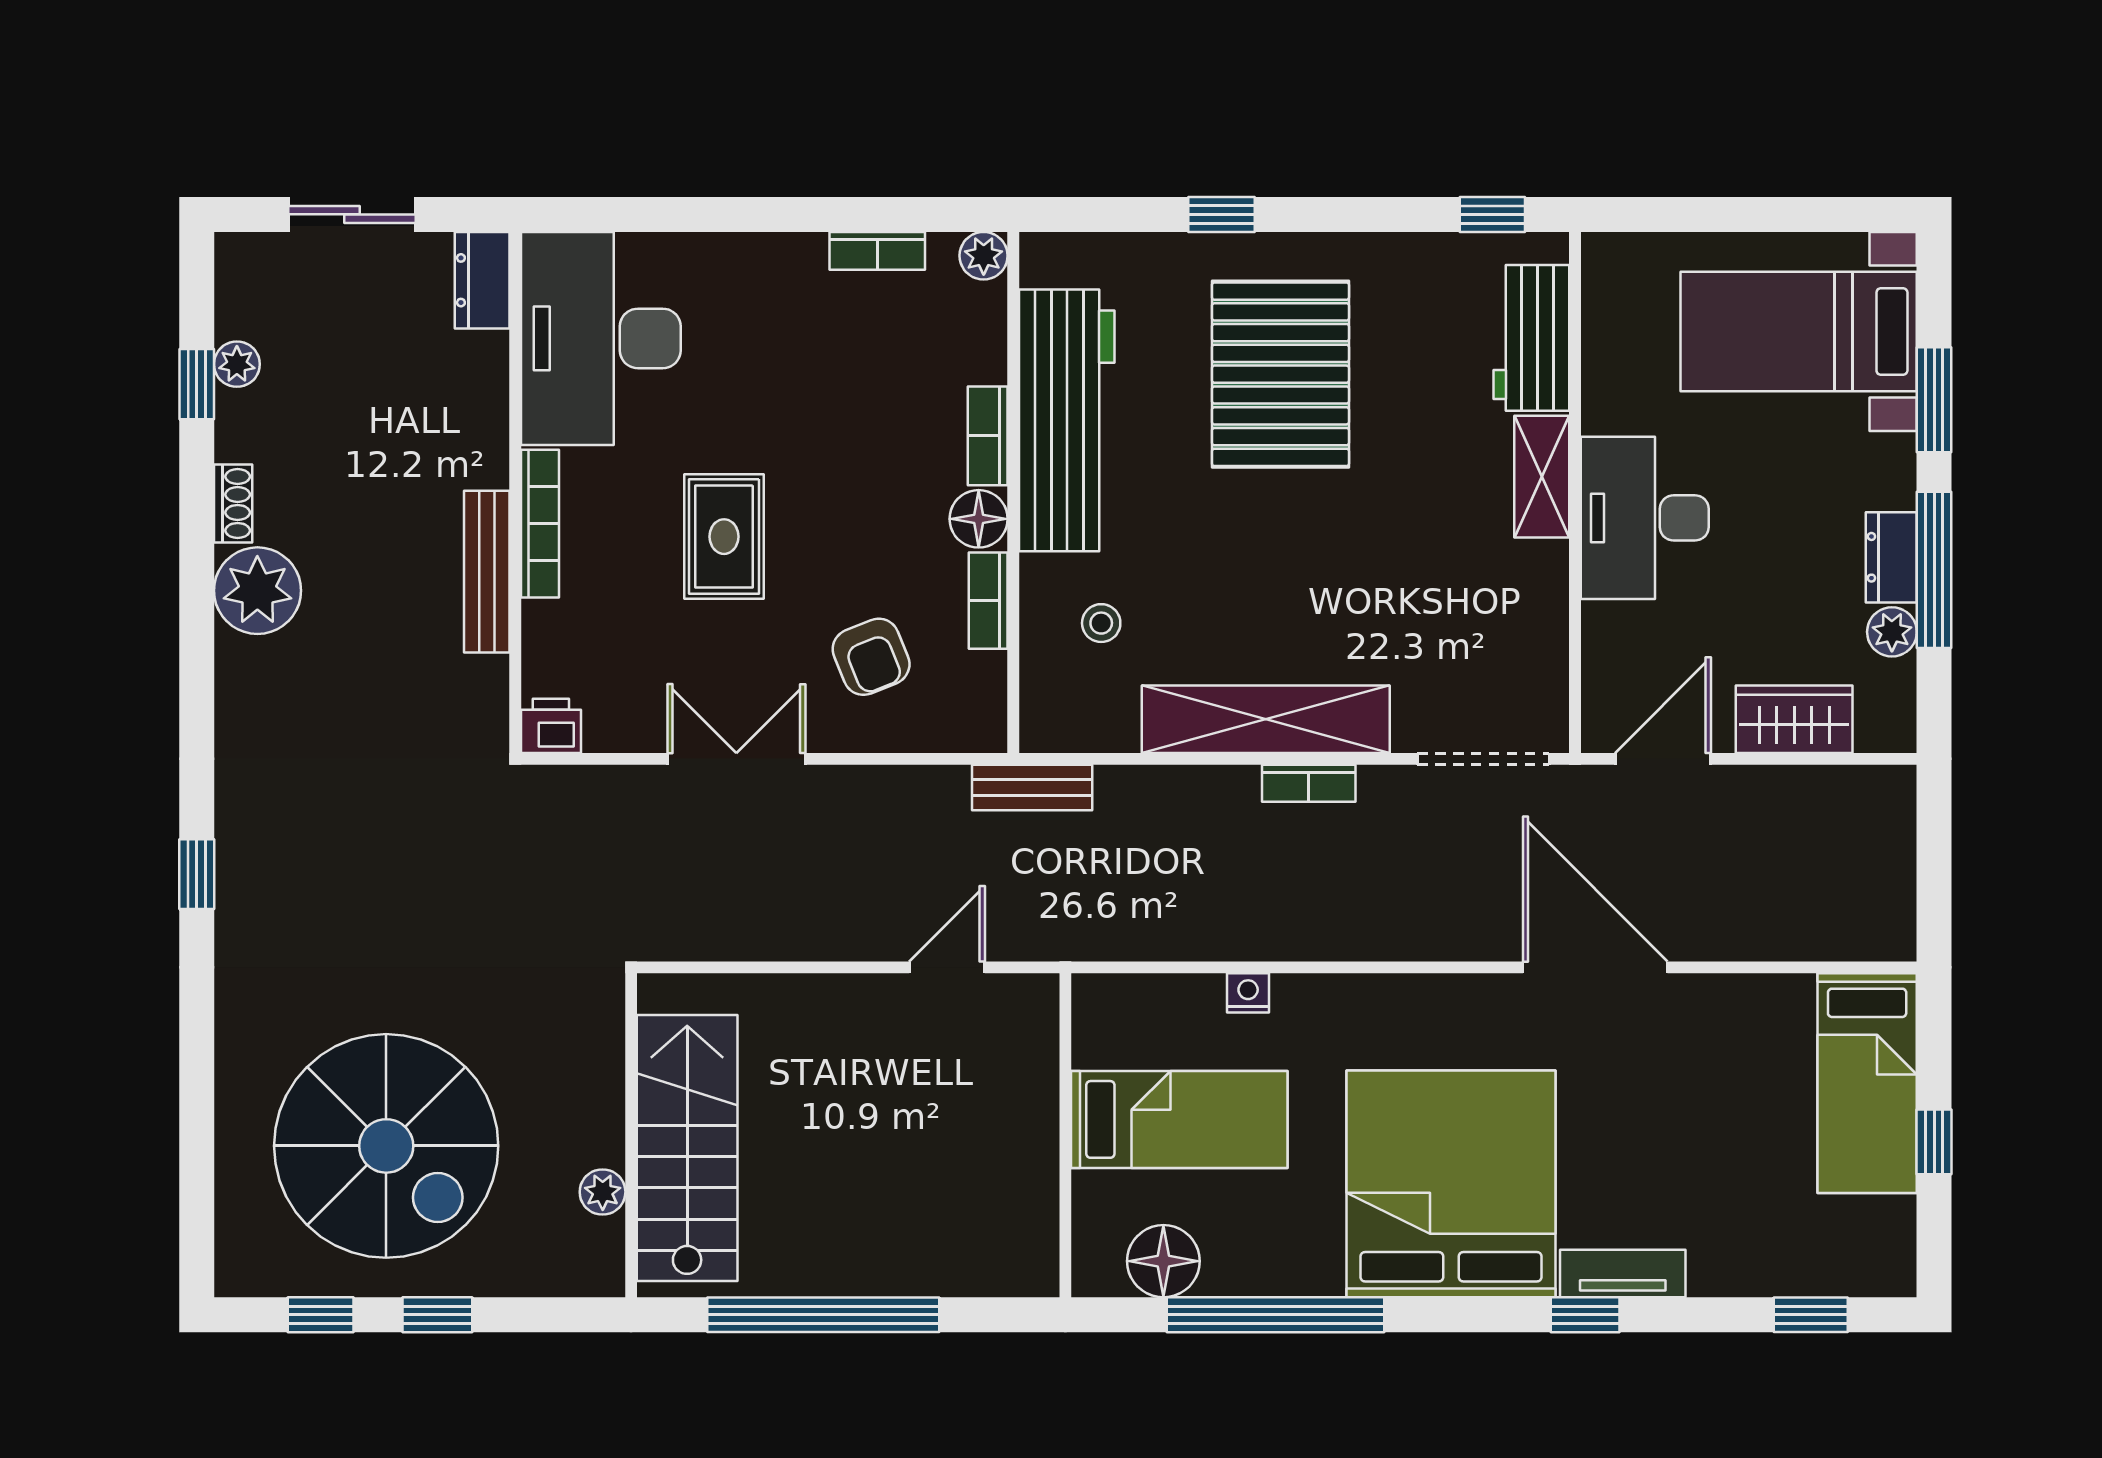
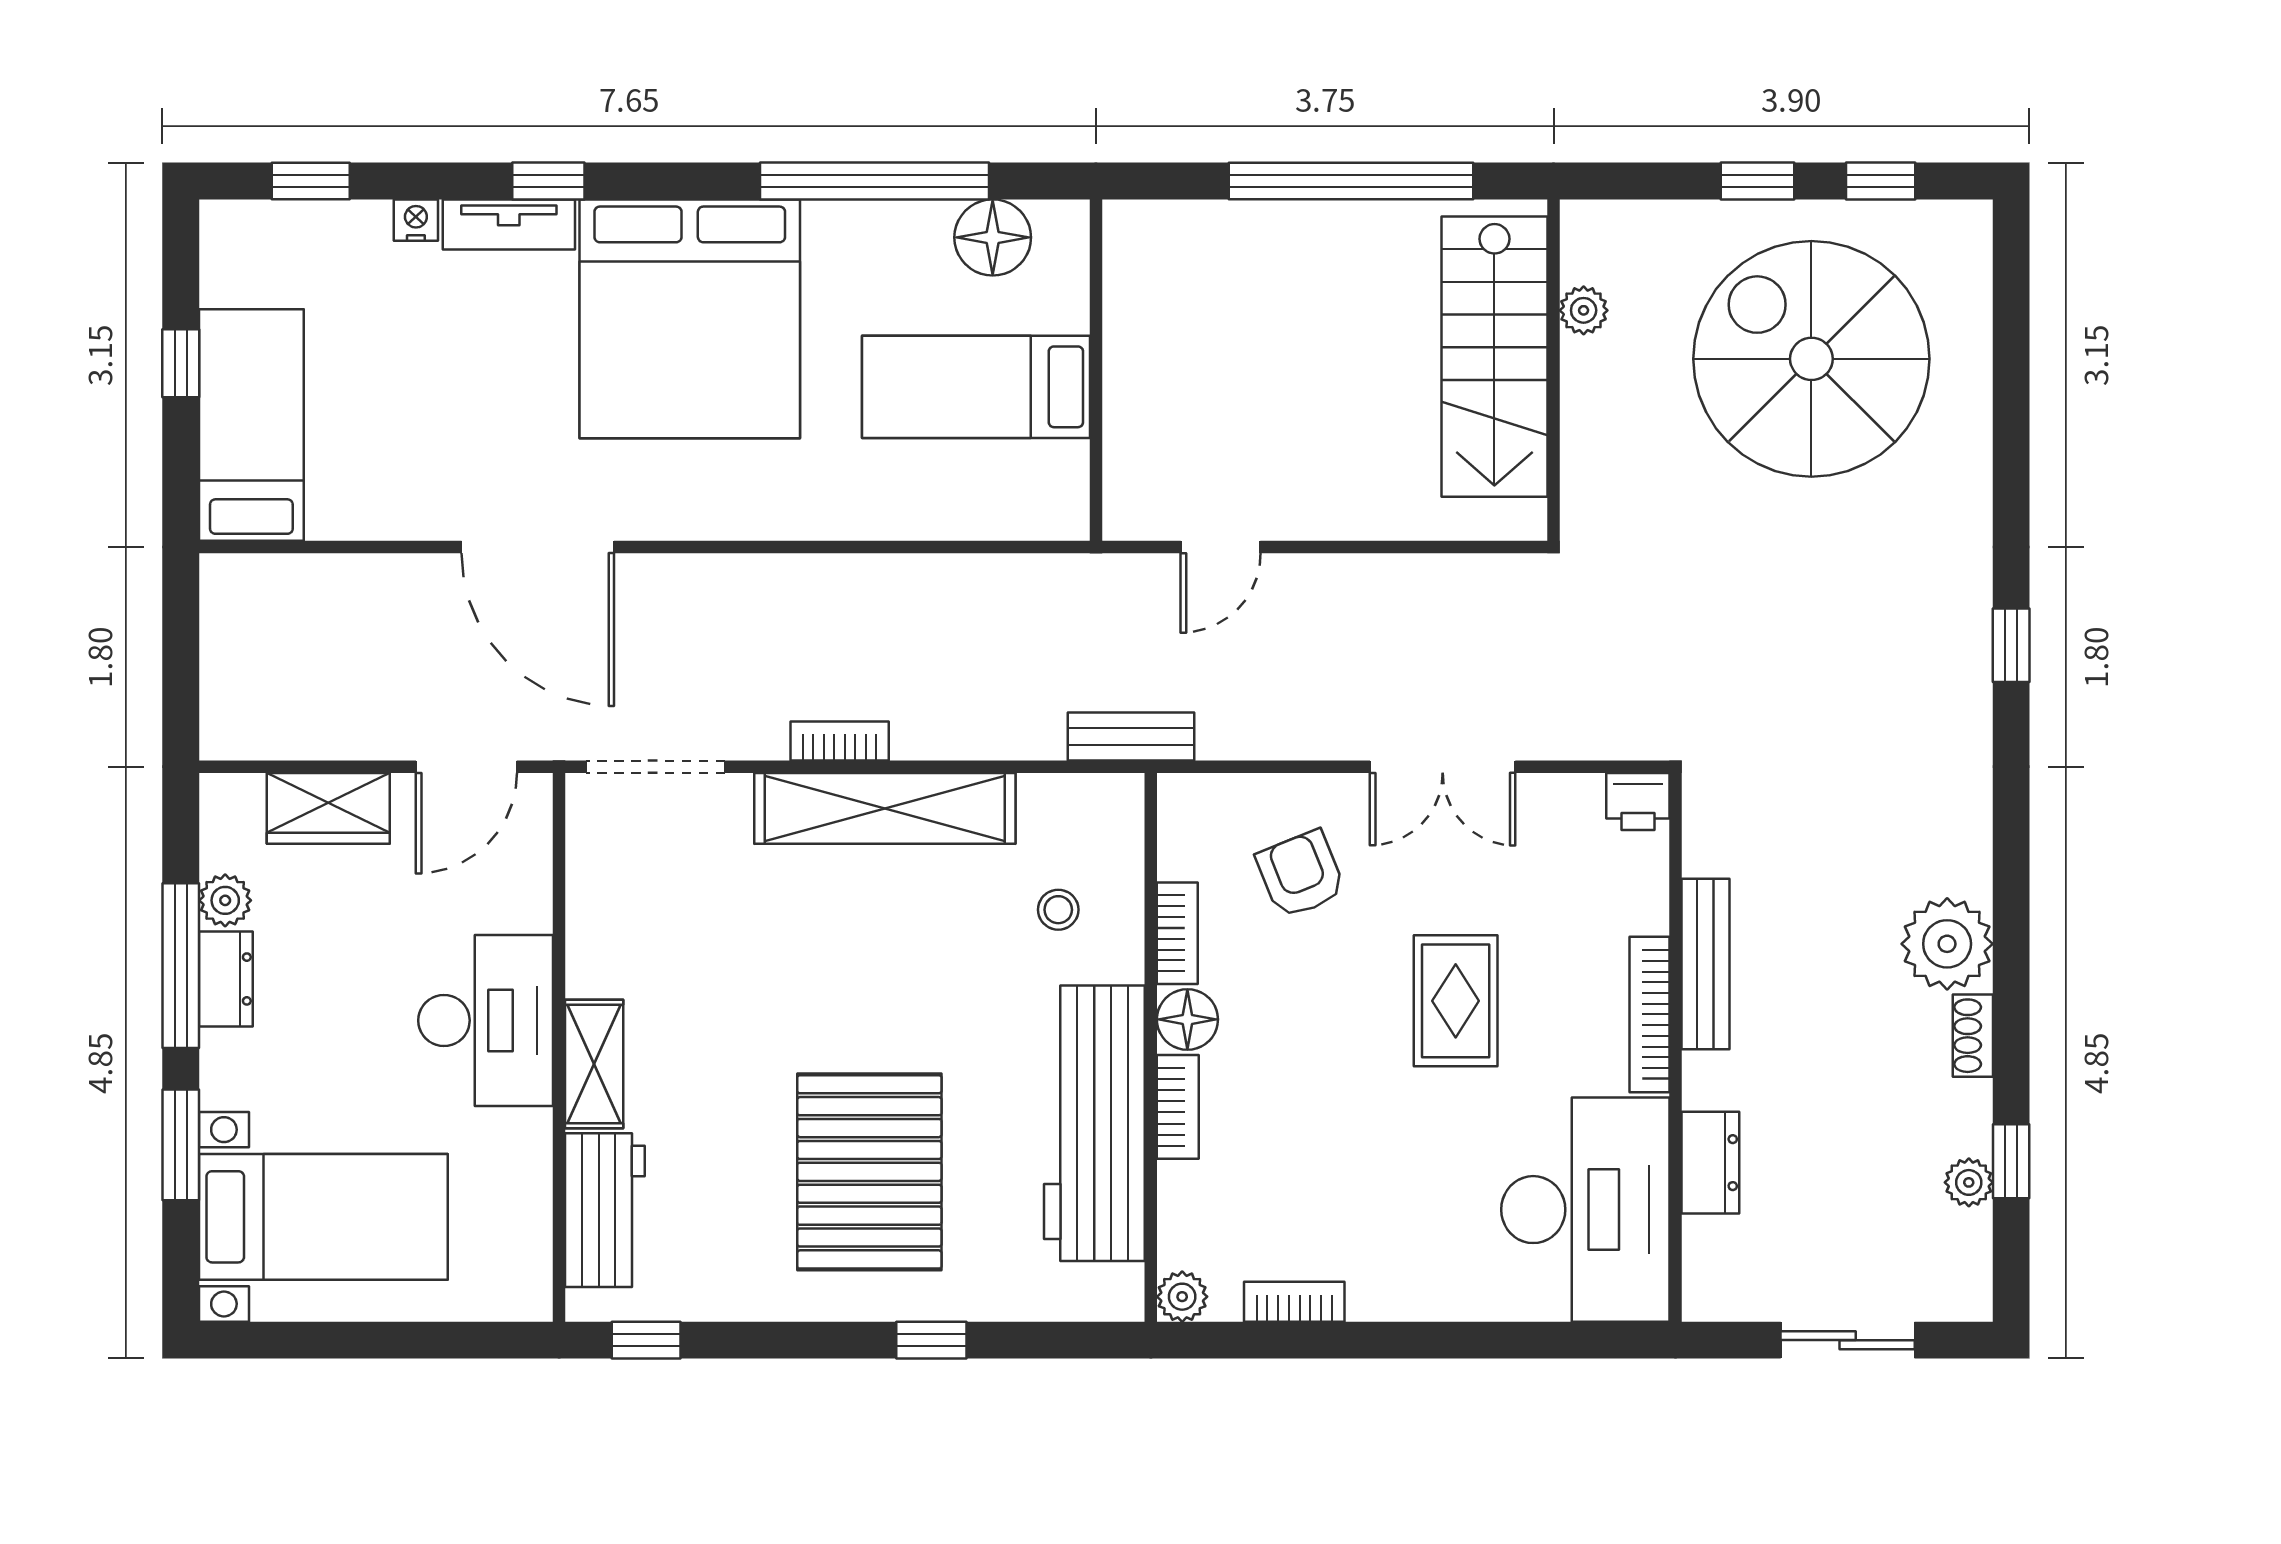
dresser: (482, 280) -> (1710, 1163), moved
nightstand: (1248, 993) -> (416, 220), moved, turned 180

